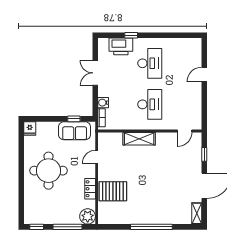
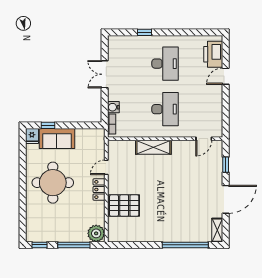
printer: (121, 46) -> (213, 54), moved, turned 90
window: (74, 119) -> (48, 125), moved
sofa: (75, 131) -> (57, 138), moved
locker: (90, 189) -> (99, 190), moved
window: (151, 227) -> (185, 245), moved

